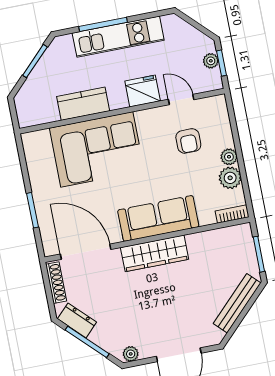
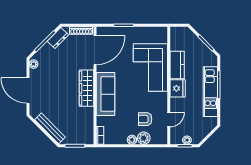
fridge: (143, 91) -> (178, 88), moved
plant: (230, 178) -> (144, 138), moved

